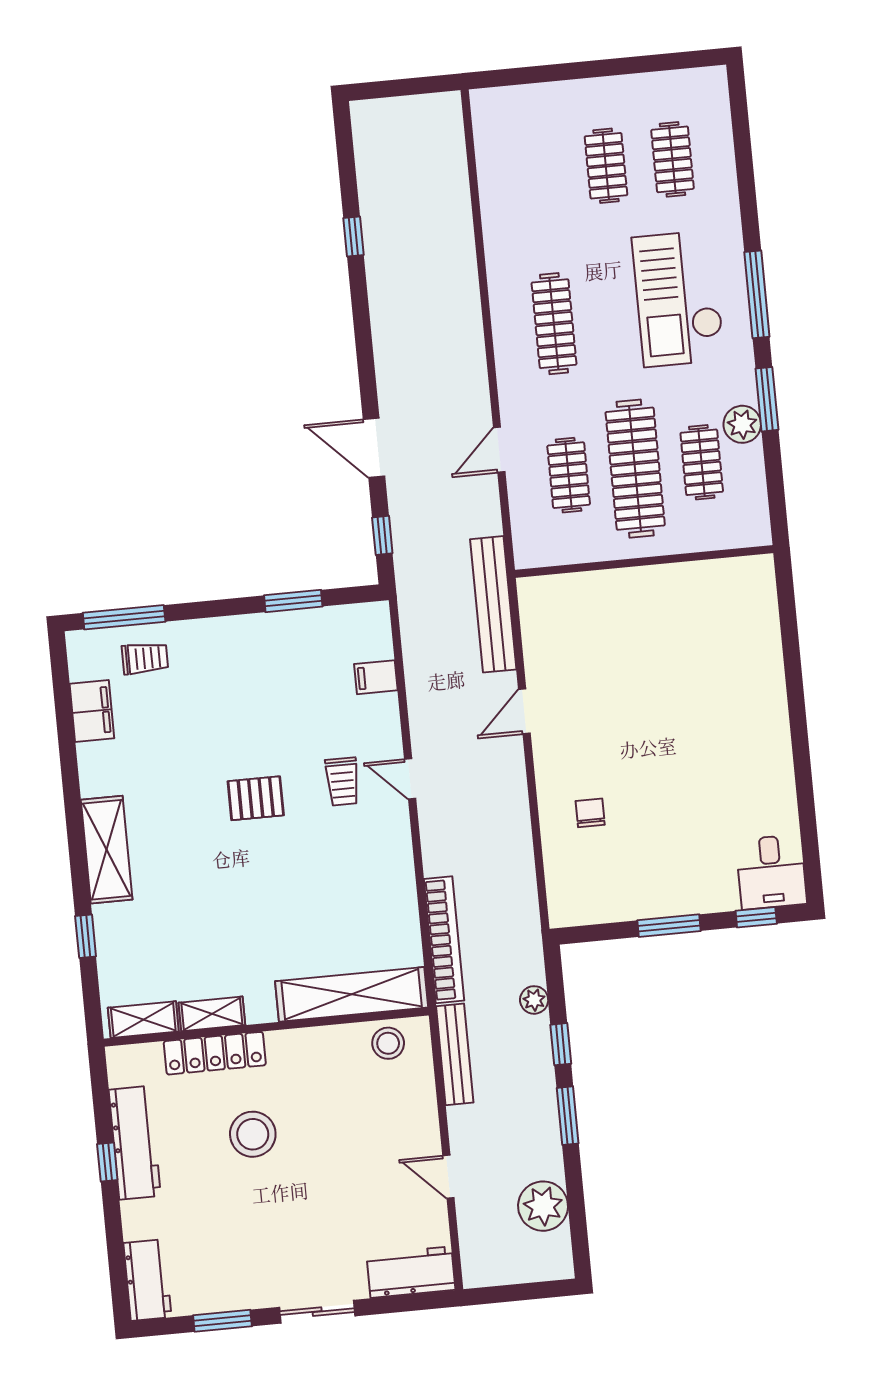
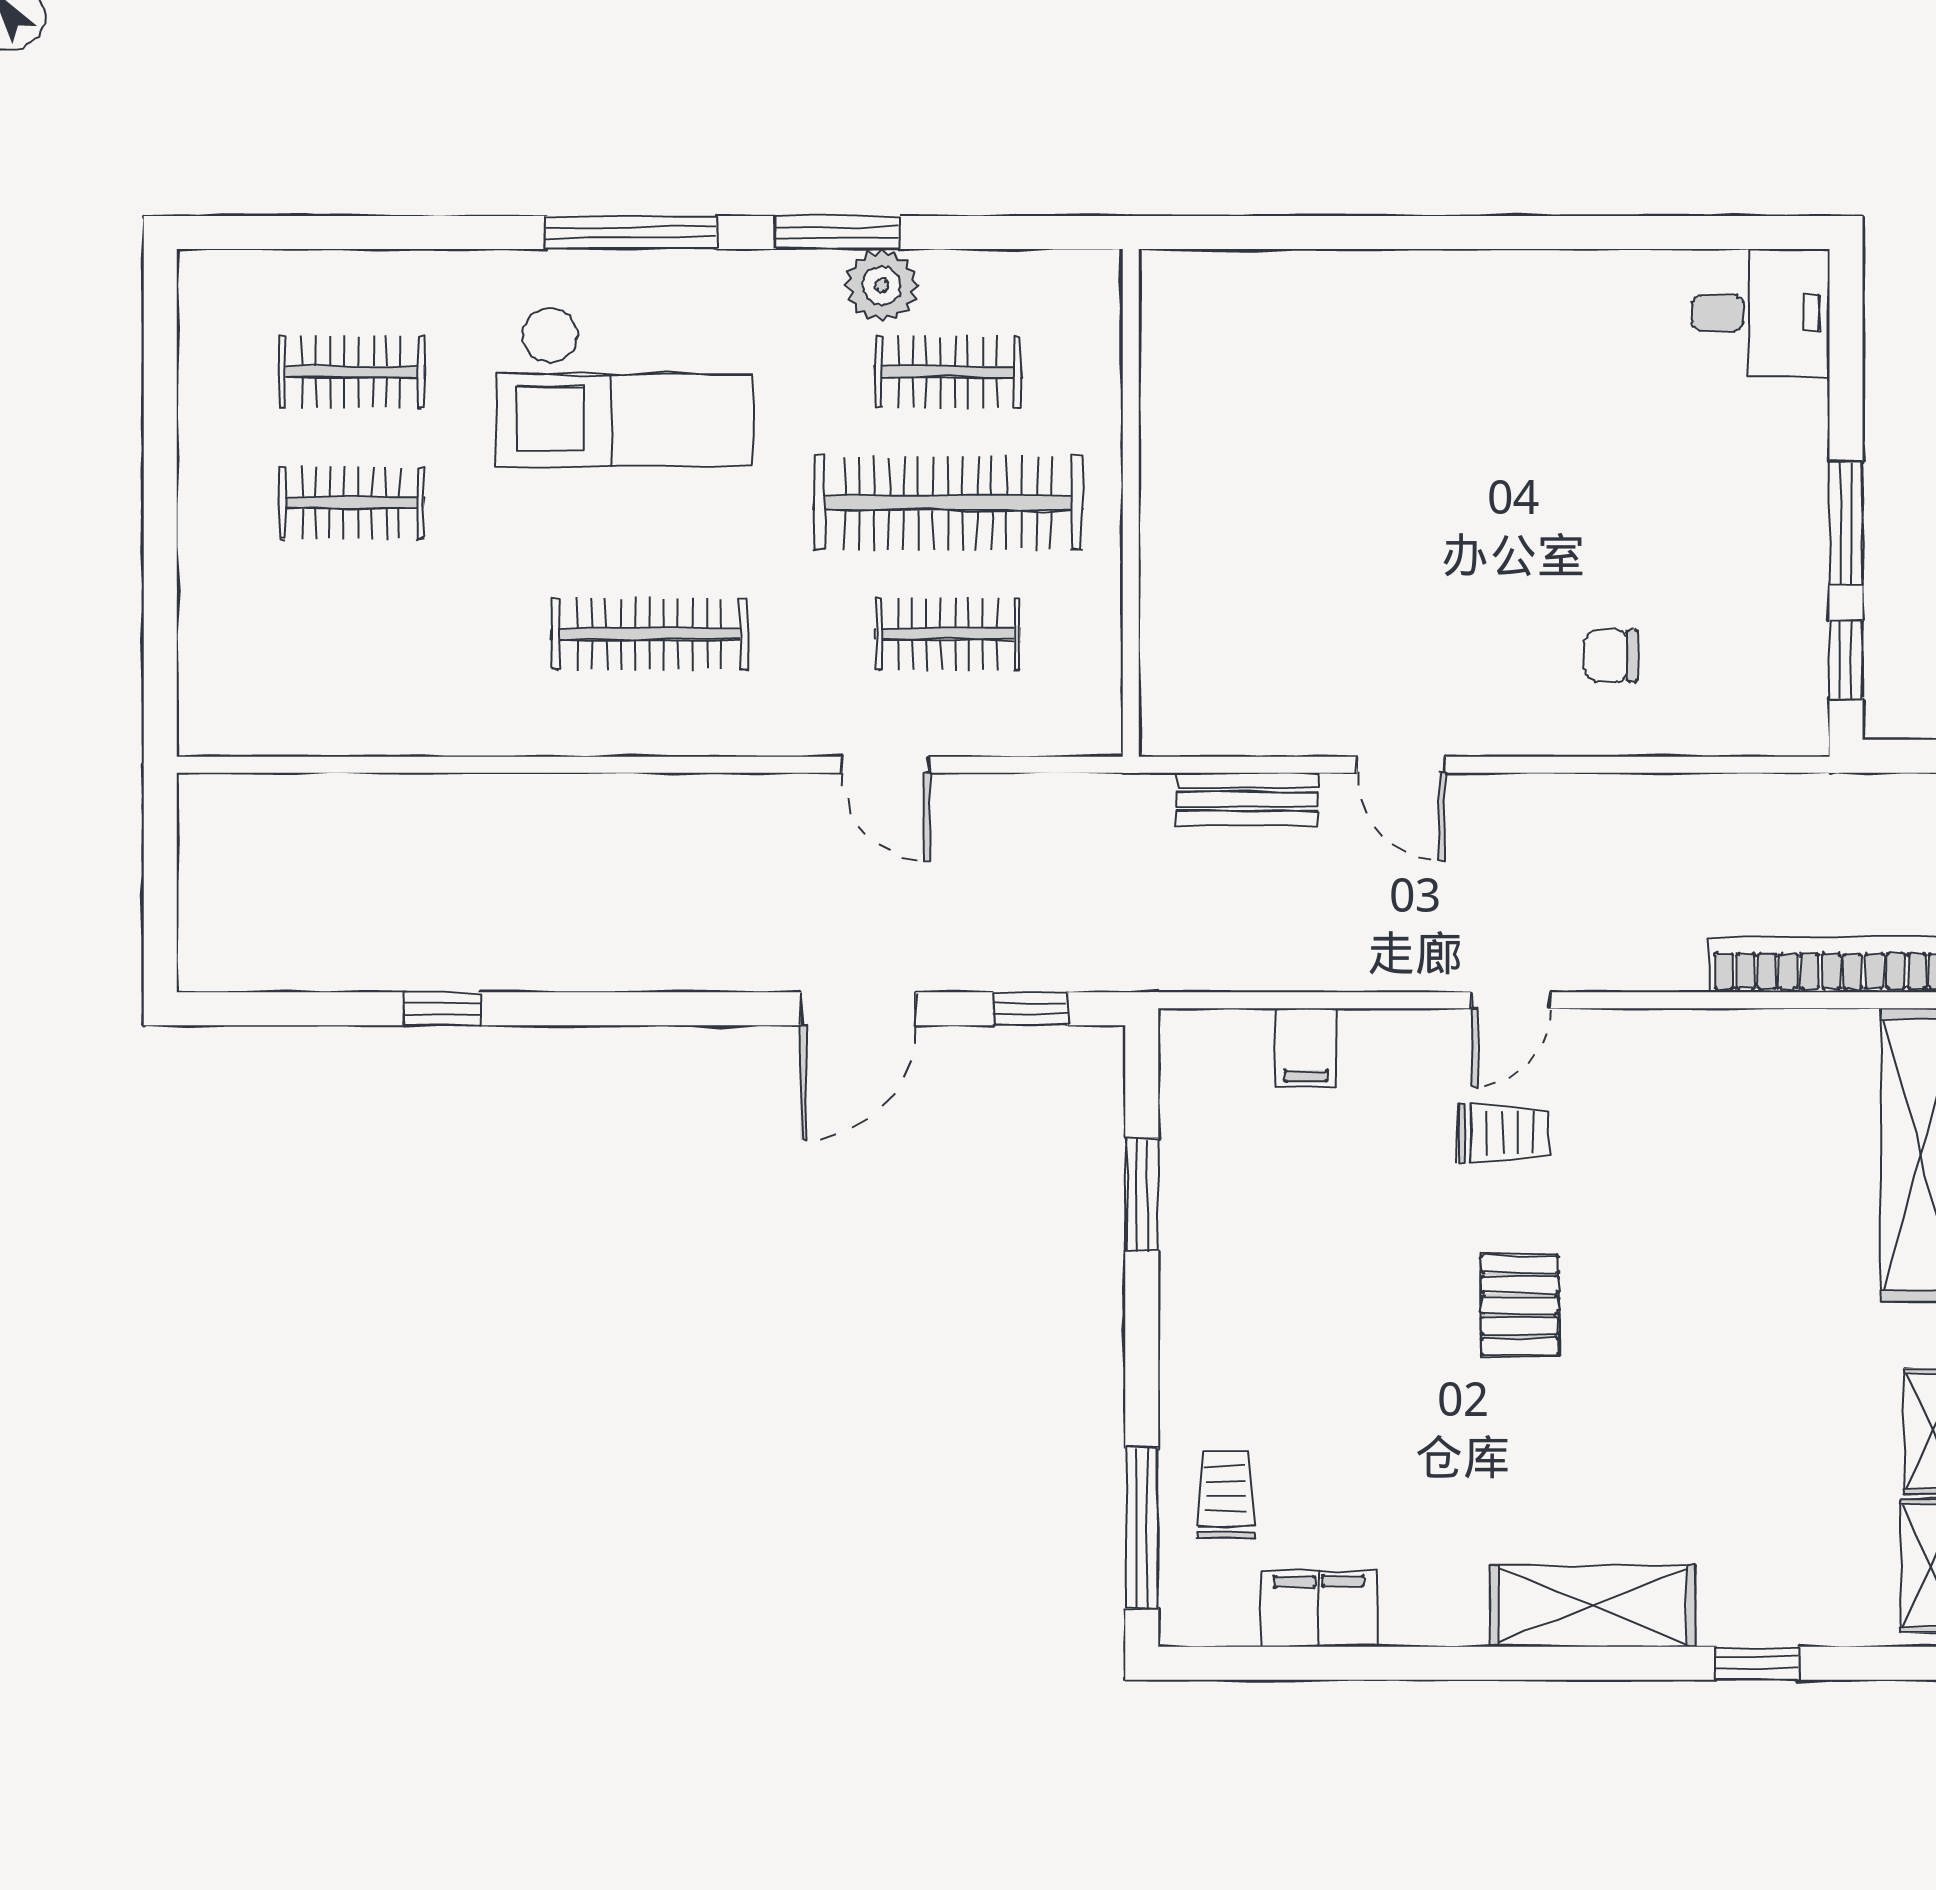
bench: (493, 604) -> (1247, 799), width x0.54, depth x0.82
window: (756, 917) -> (1846, 660), moved

